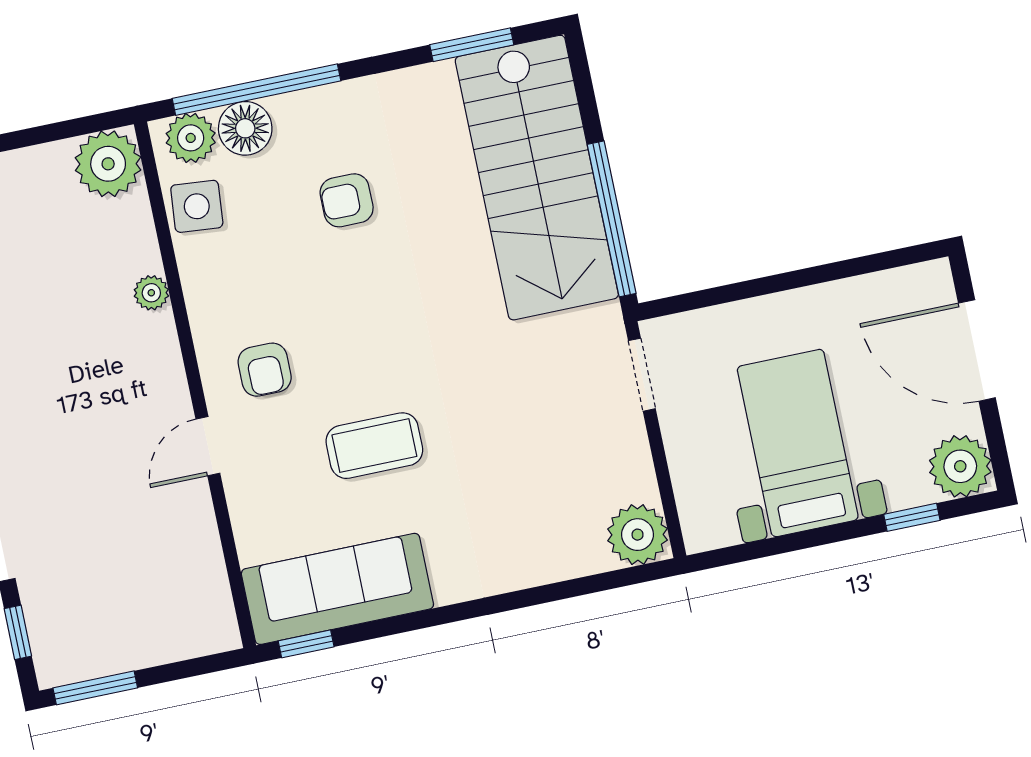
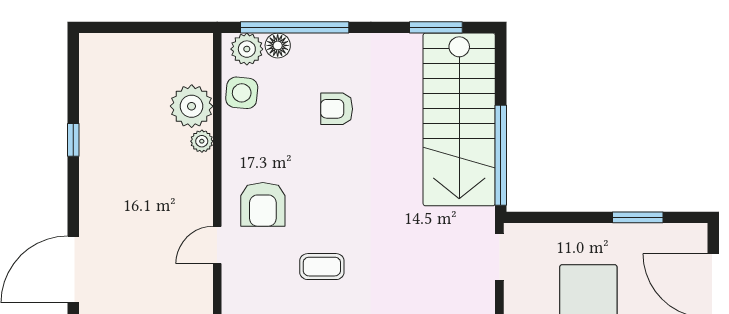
floor lamp: (245, 128) -> (278, 45), width x0.73, depth x0.73
plant: (108, 164) -> (192, 106), moved
window: (840, 270) -> (638, 217), added
armchair: (265, 370) -> (263, 204), width x1.38, depth x1.38
coffee table: (374, 446) -> (322, 267), width x0.73, depth x0.77

